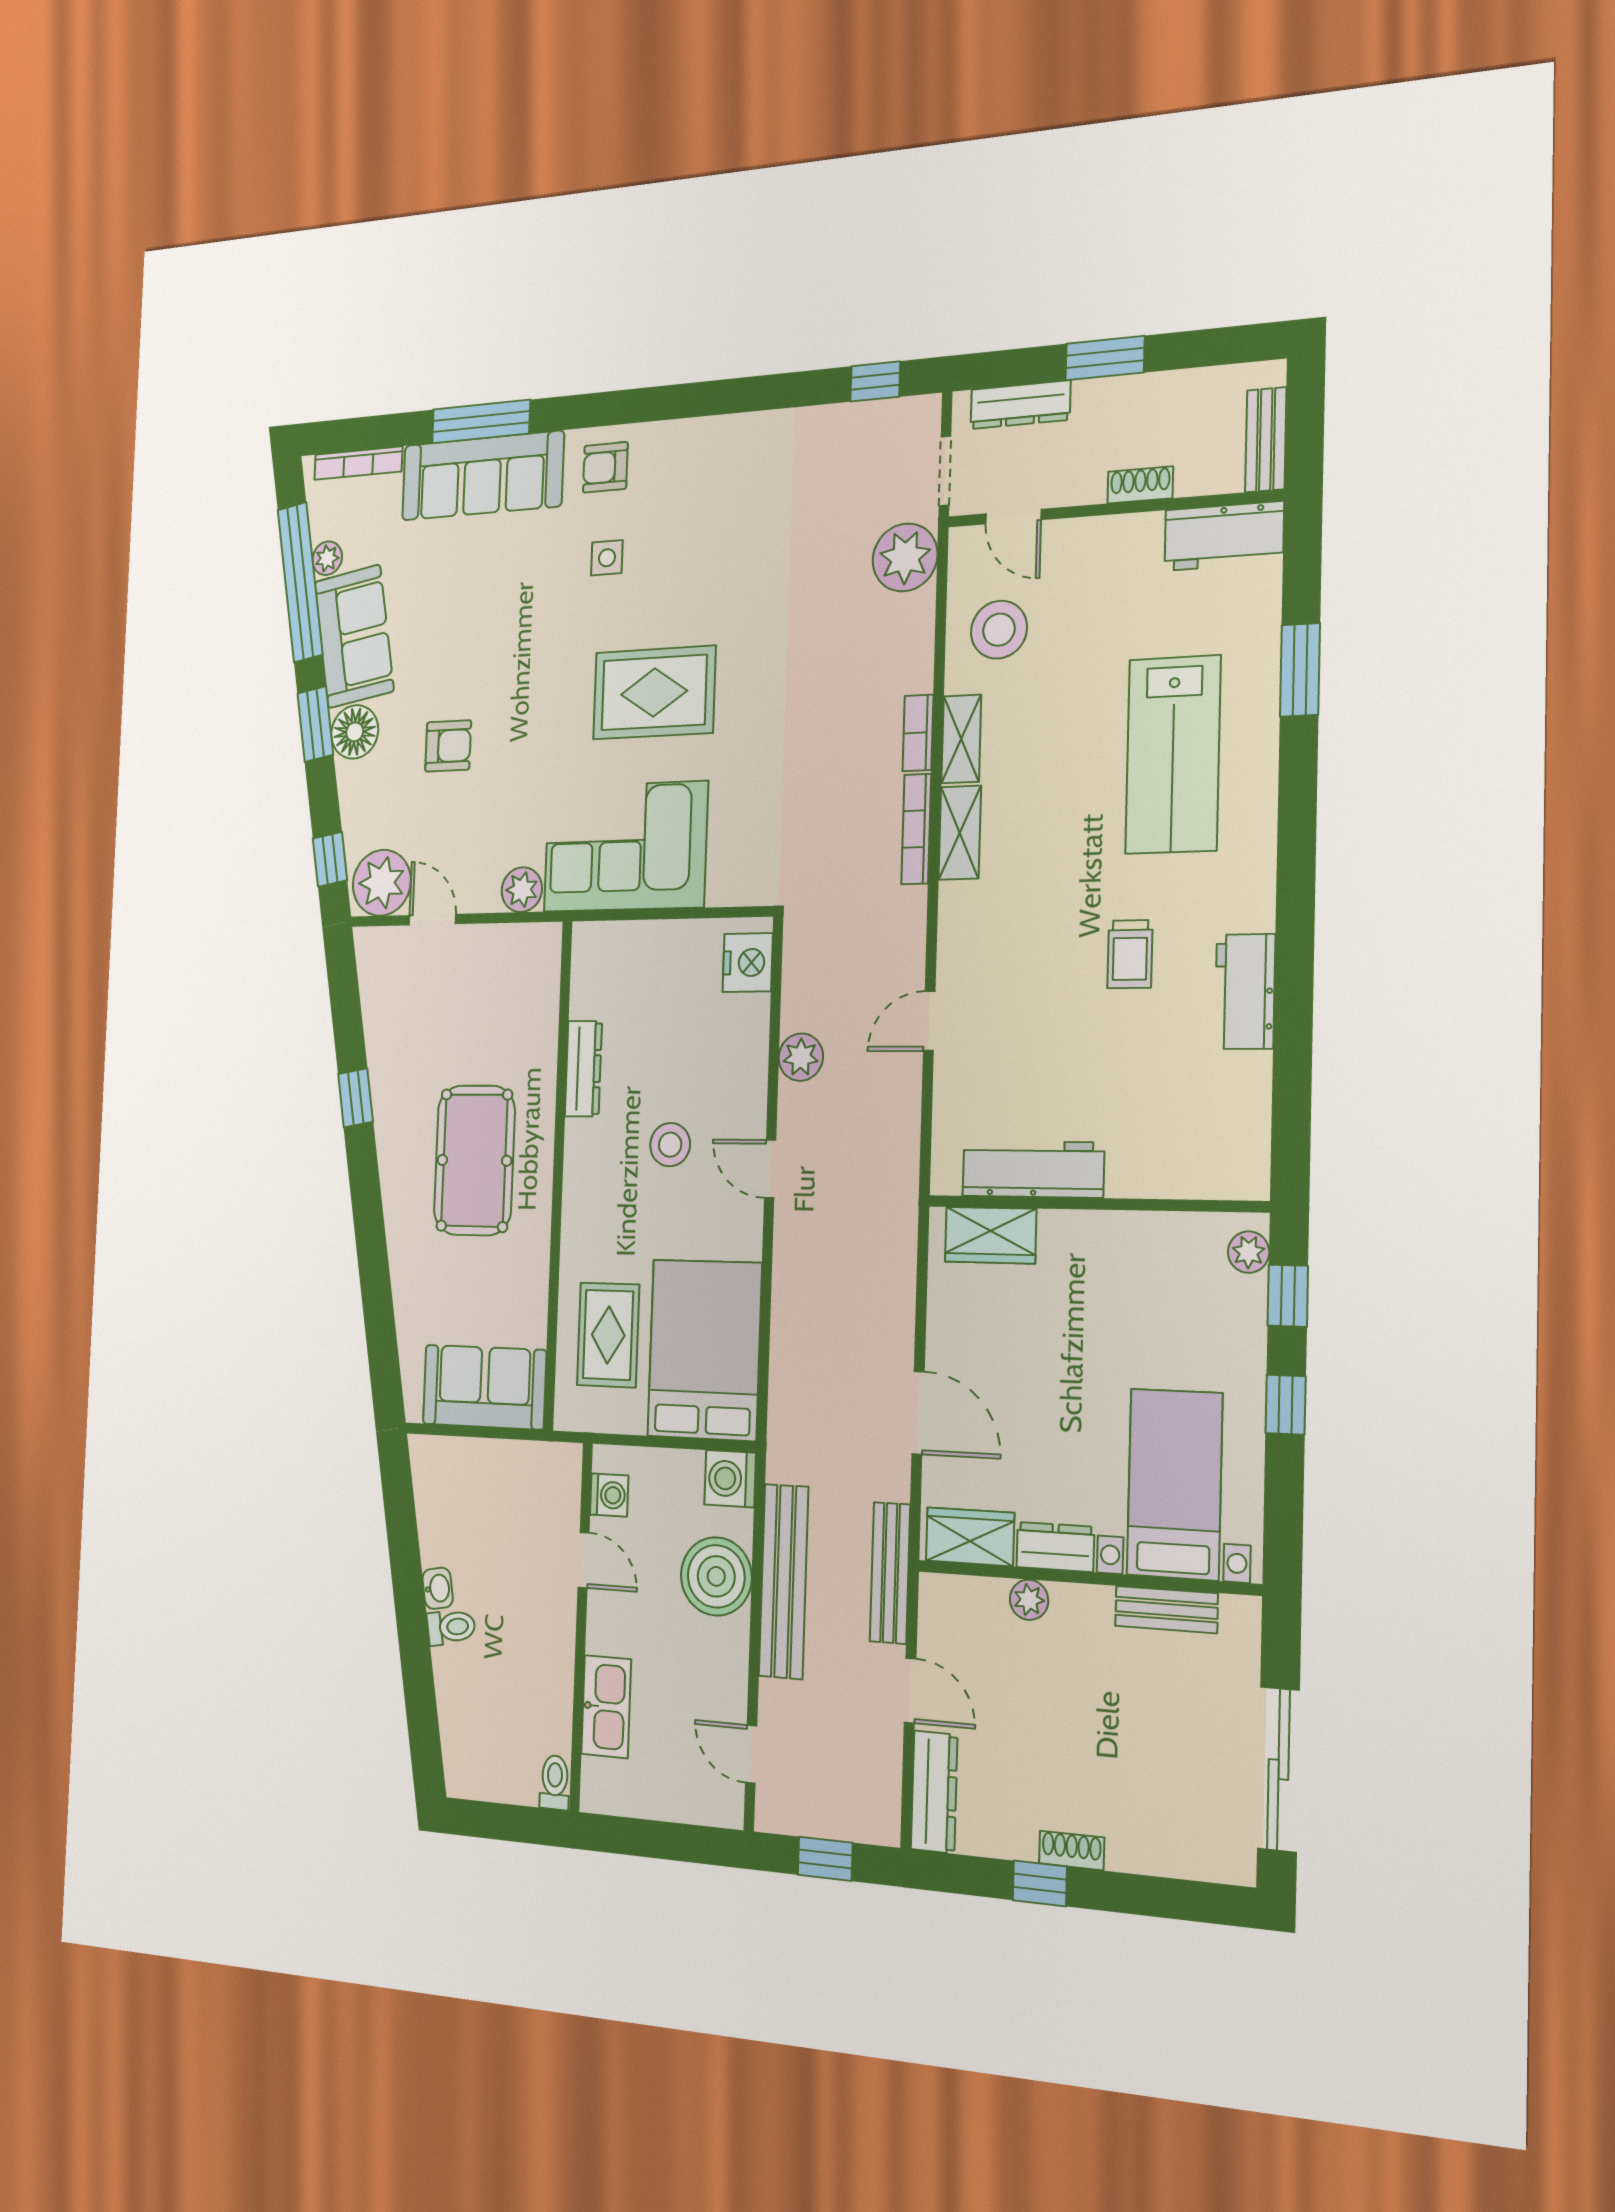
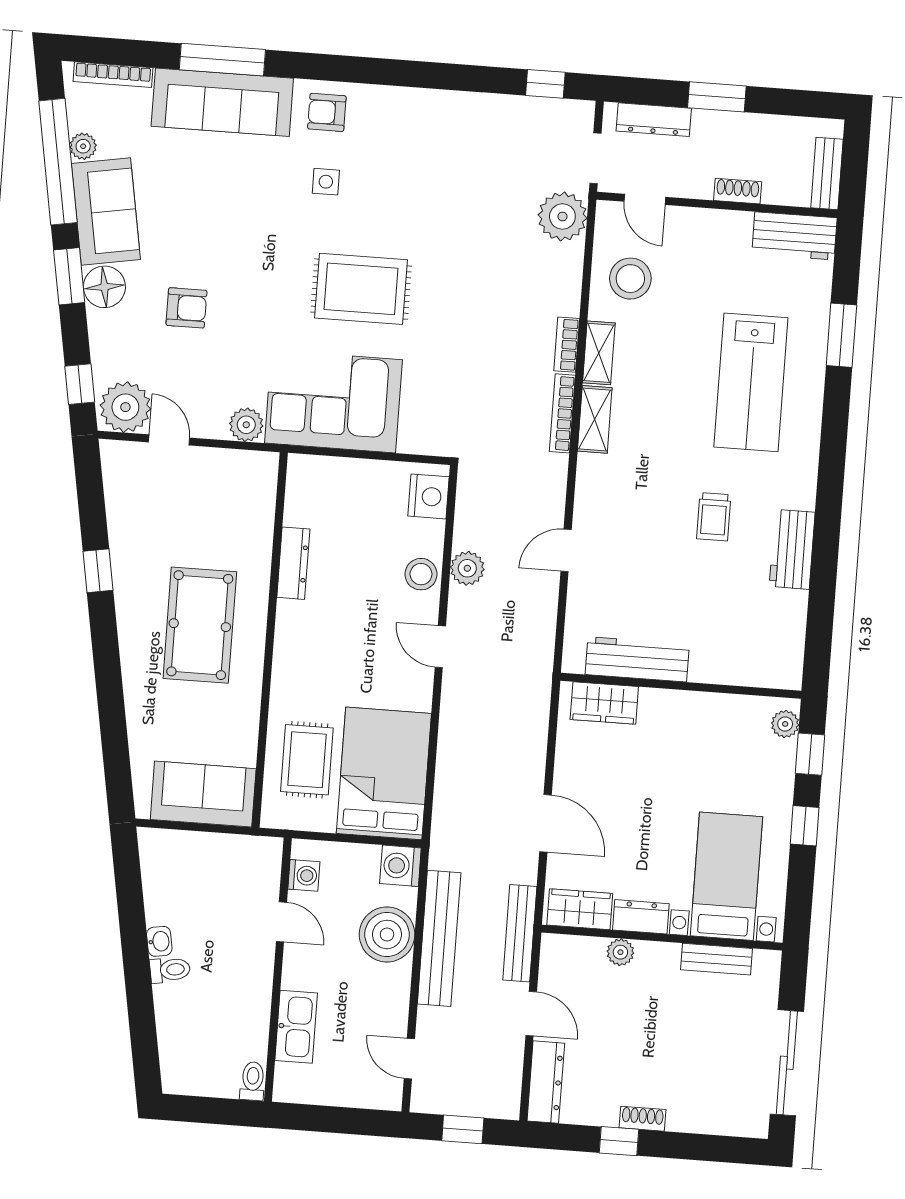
stool: (670, 1145) -> (421, 574), moved

